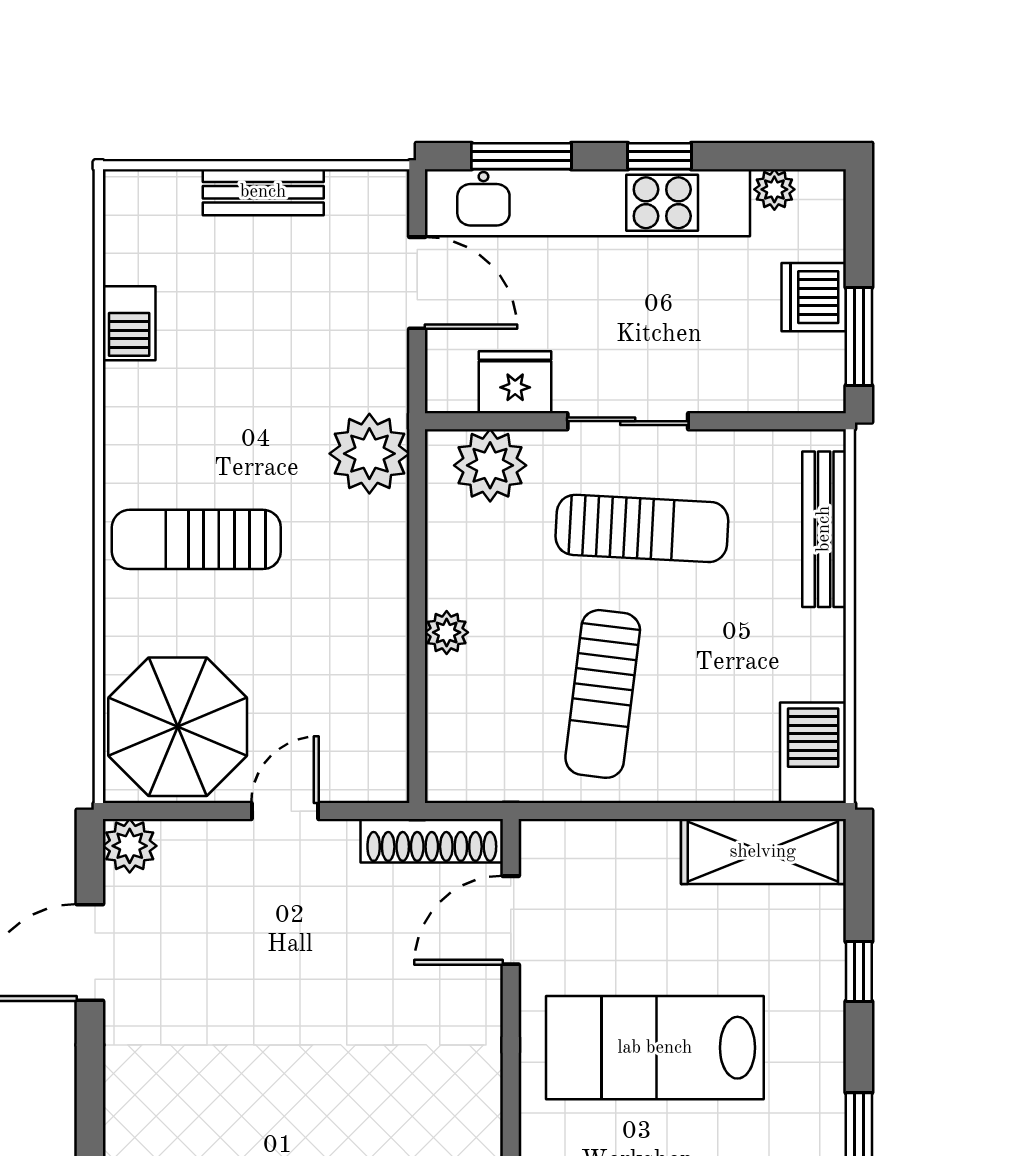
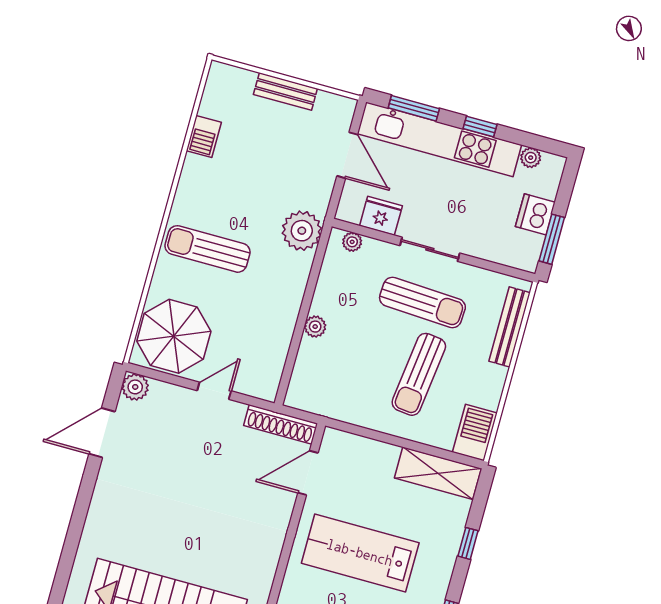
plant: (490, 465) -> (352, 242), width x0.53, depth x0.53
sun lounger: (603, 694) -> (419, 374), moved

